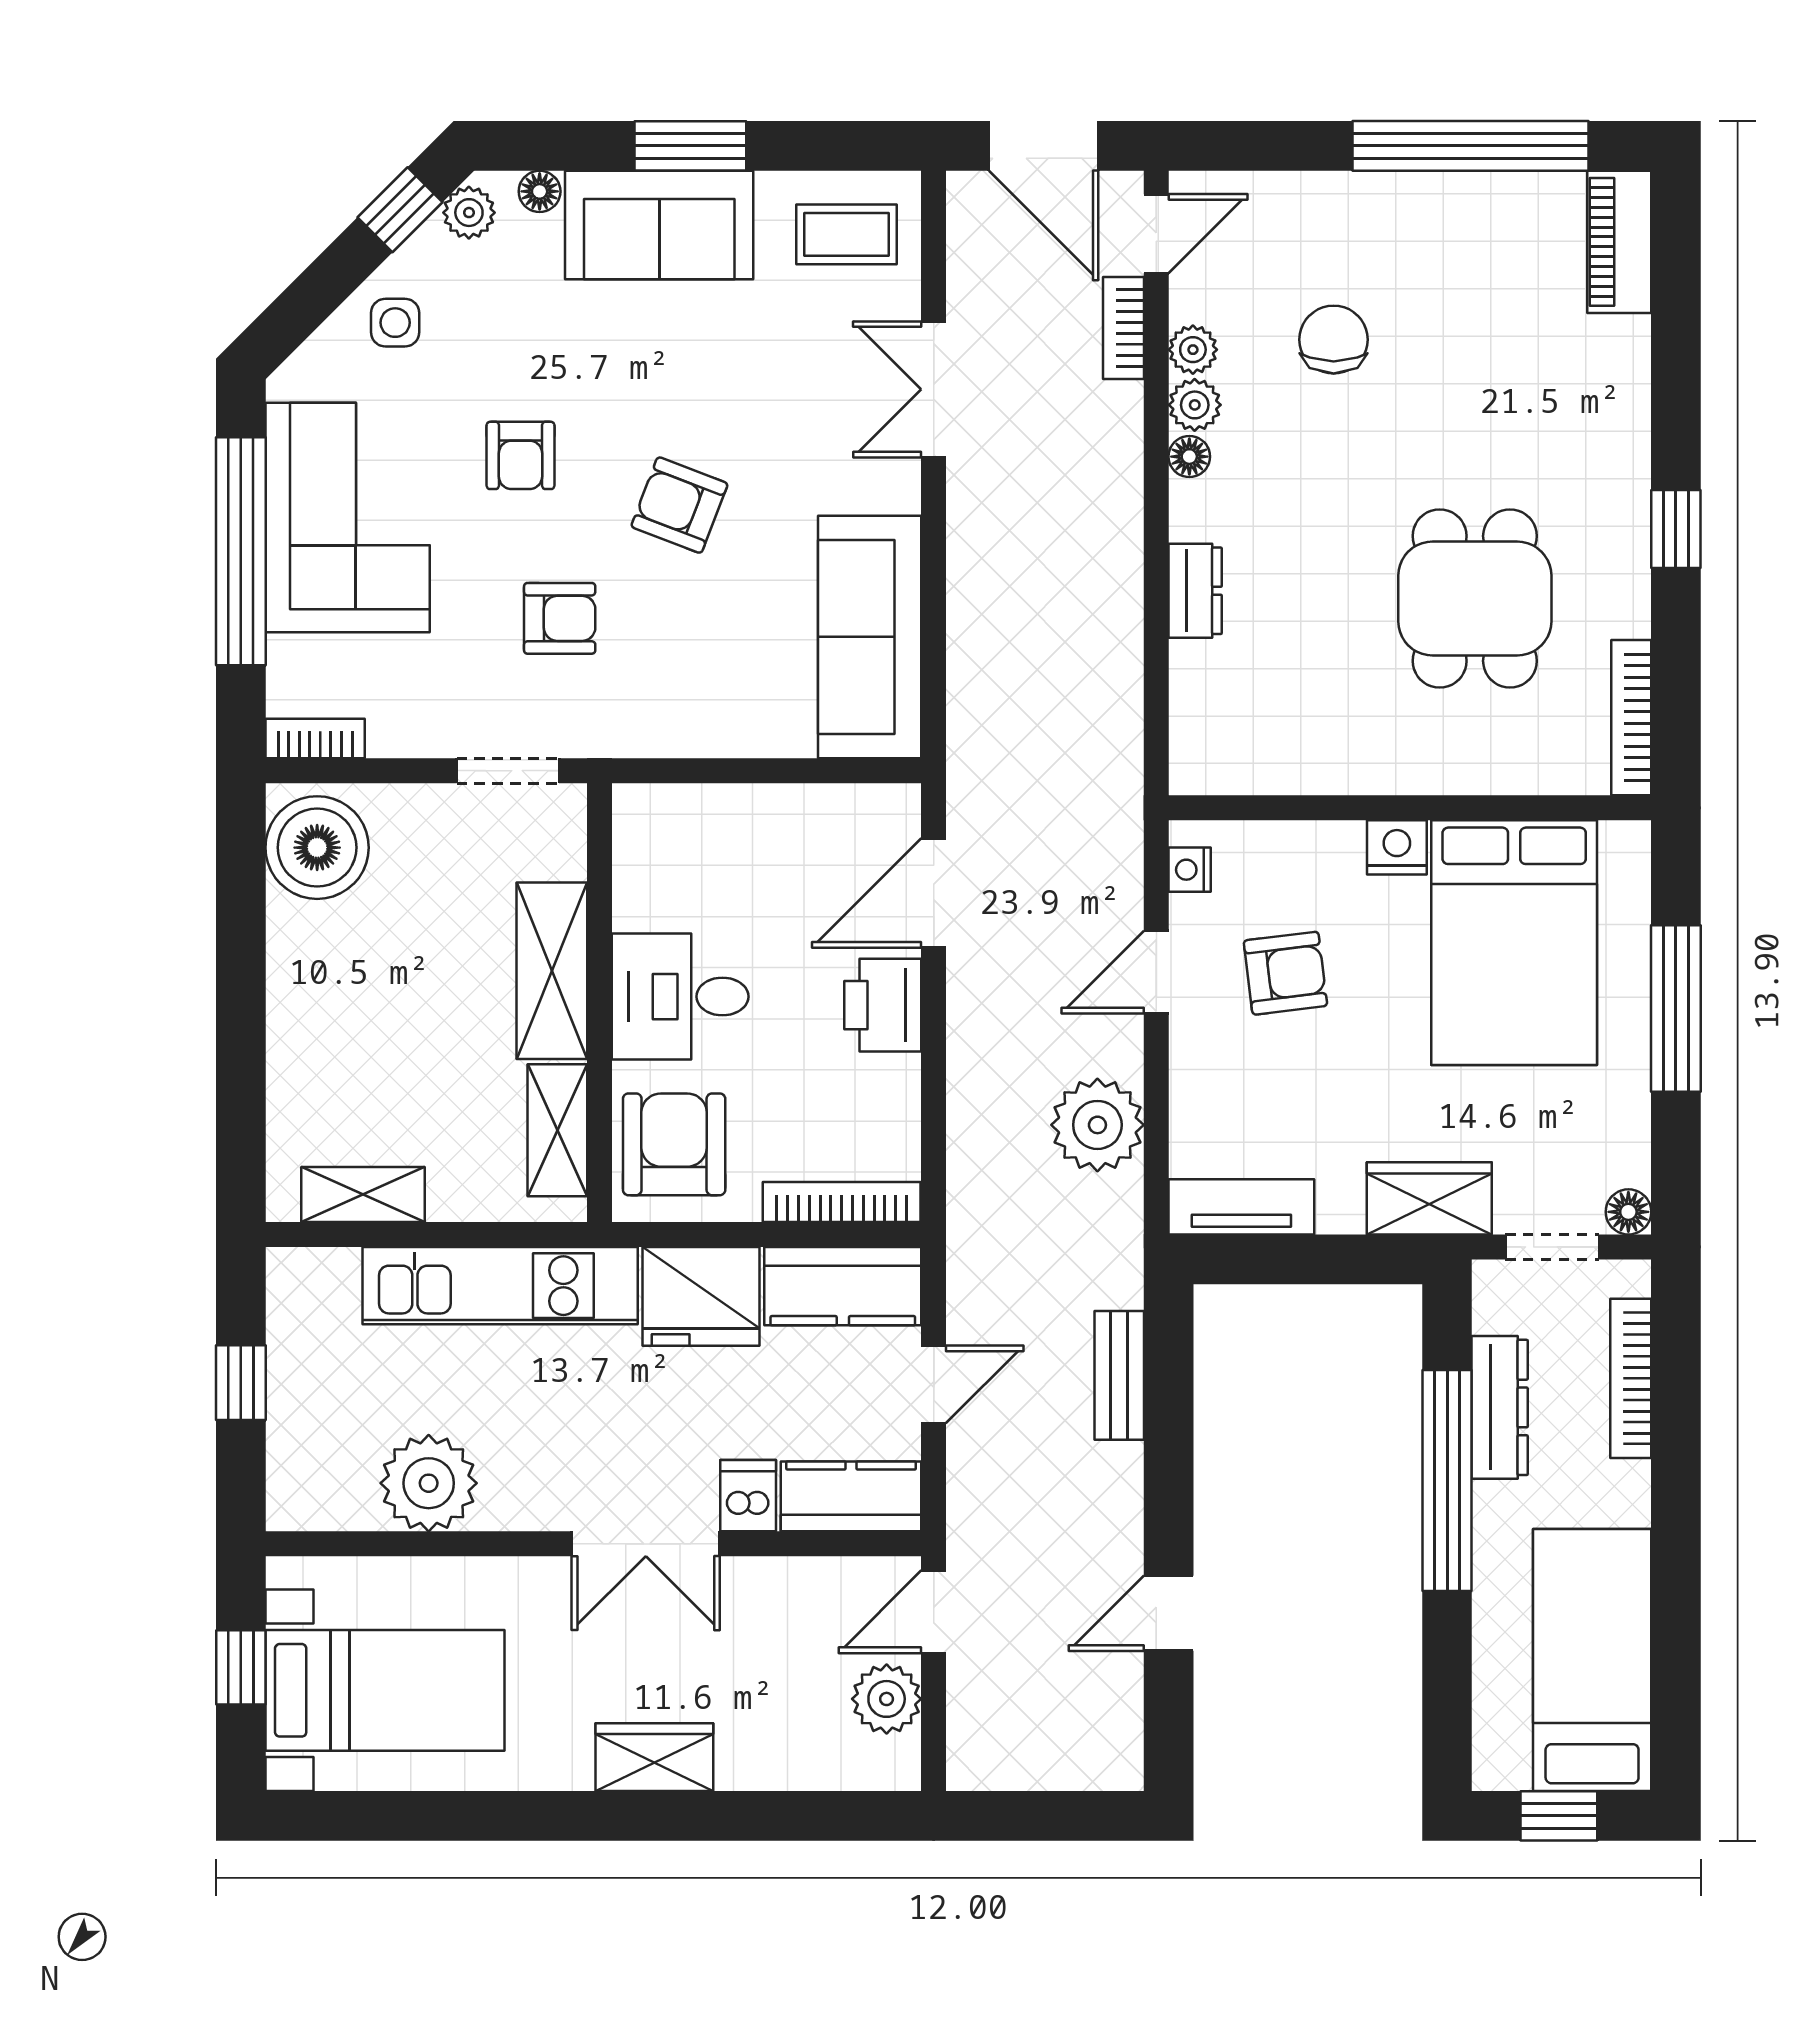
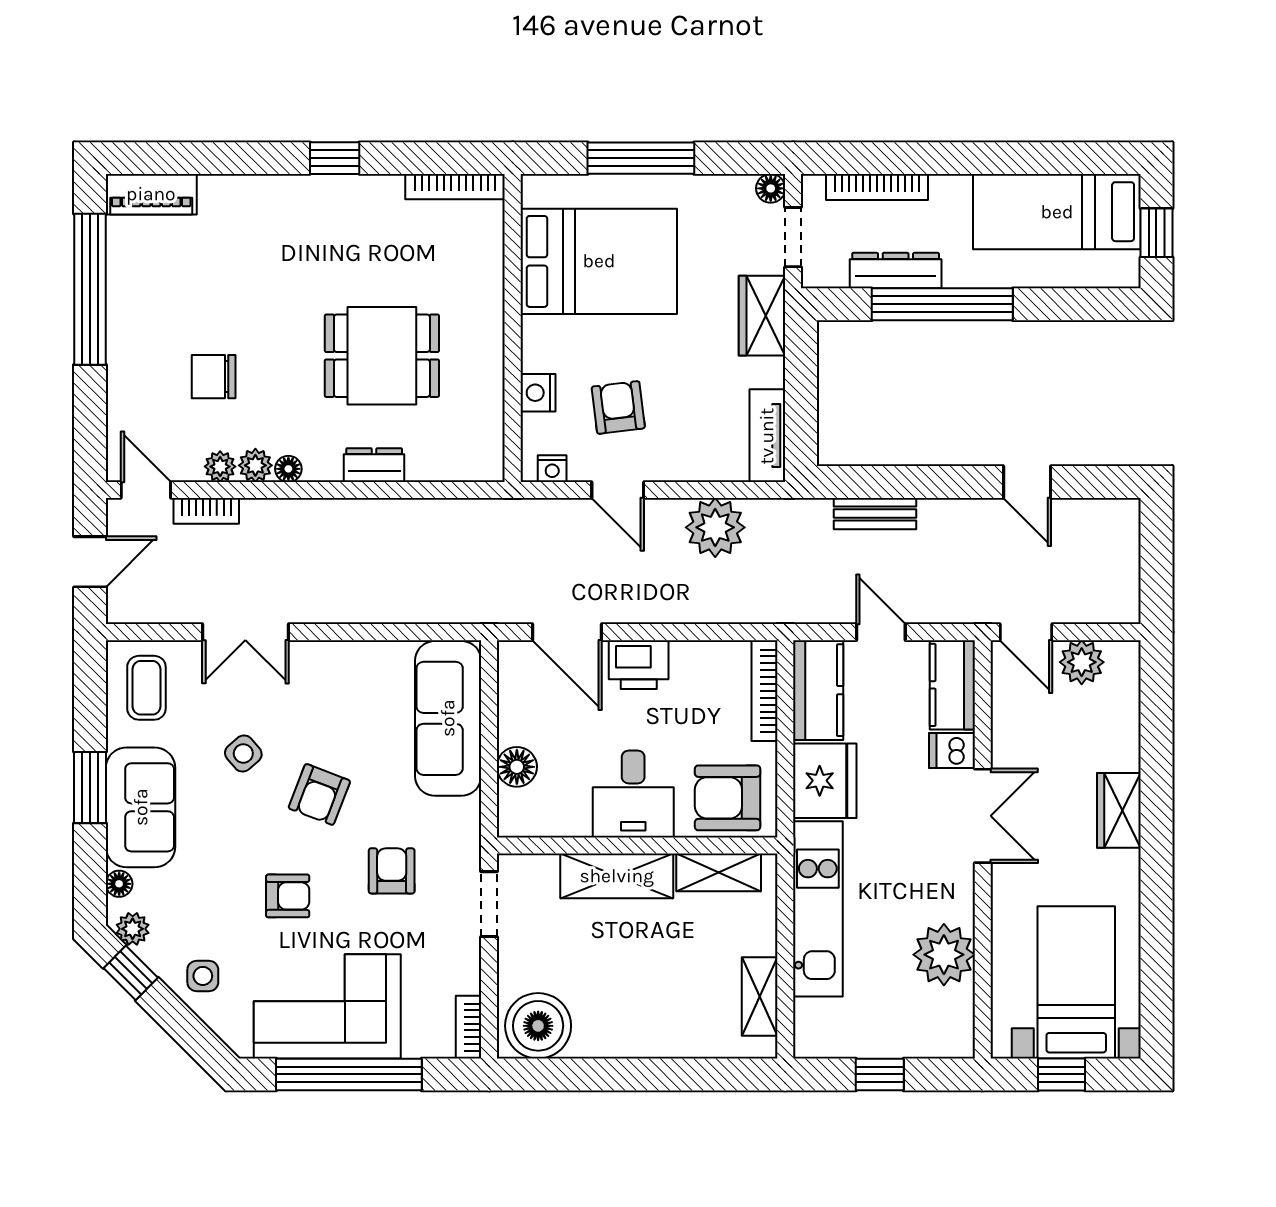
door: (1044, 146) -> (90, 562), width x0.73
side table: (744, 386) -> (243, 754), added
dining table: (1475, 598) -> (382, 356), moved
sofa: (870, 637) -> (448, 718), moved, turned 90
floor lamp: (723, 814) -> (517, 767), added
nightstand: (1397, 847) -> (538, 393), moved

